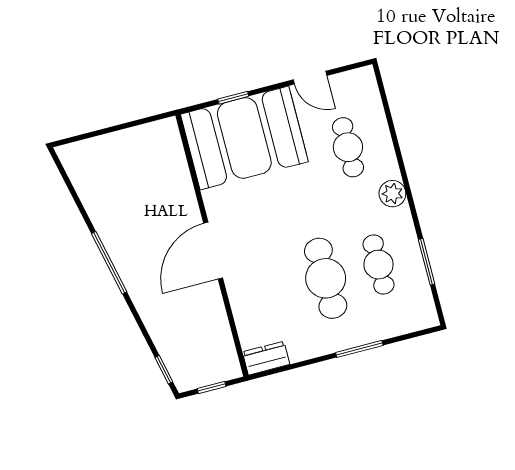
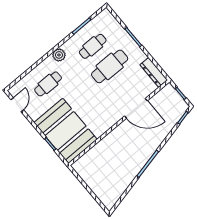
door: (310, 78) -> (17, 105), moved
door: (213, 251) -> (136, 108), moved
dresser: (266, 358) -> (154, 72), width x1.44

